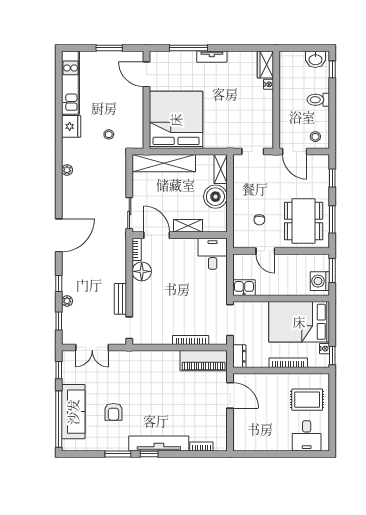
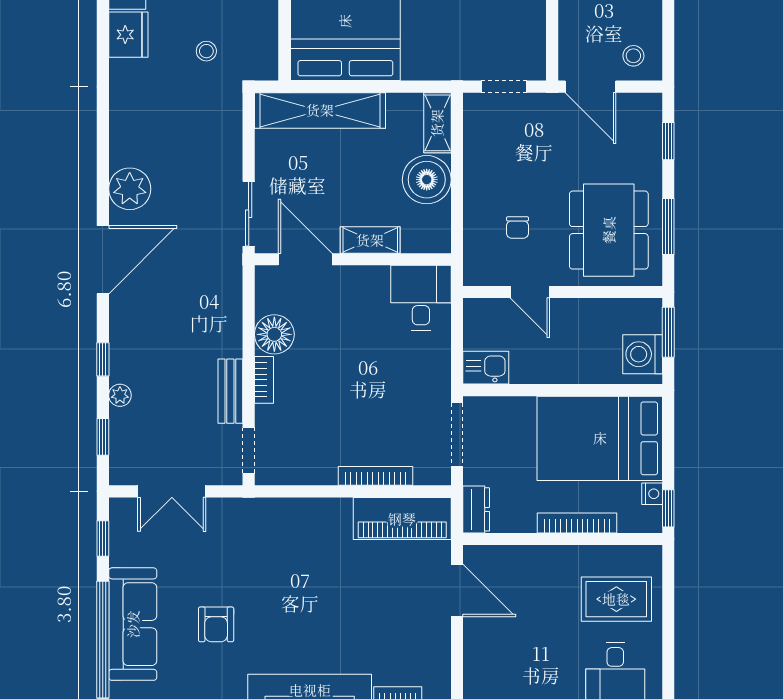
plant: (67, 170) -> (130, 189), moved, width x1.87, depth x1.87
bookcase: (137, 249) -> (264, 380), moved

